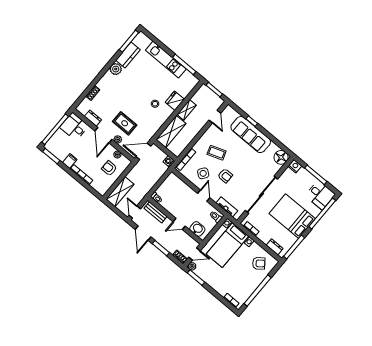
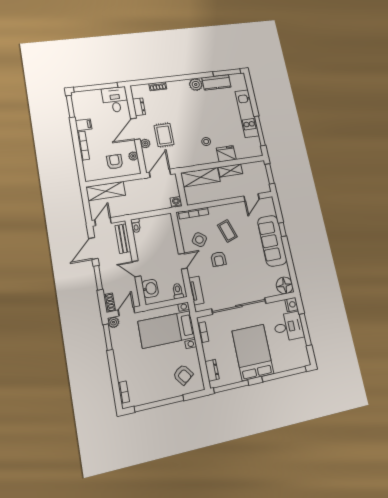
door: (143, 151) -> (160, 173), hinge flipped
desk: (320, 195) -> (288, 327), moved, turned -90
door: (194, 254) -> (126, 311), swing flipped

